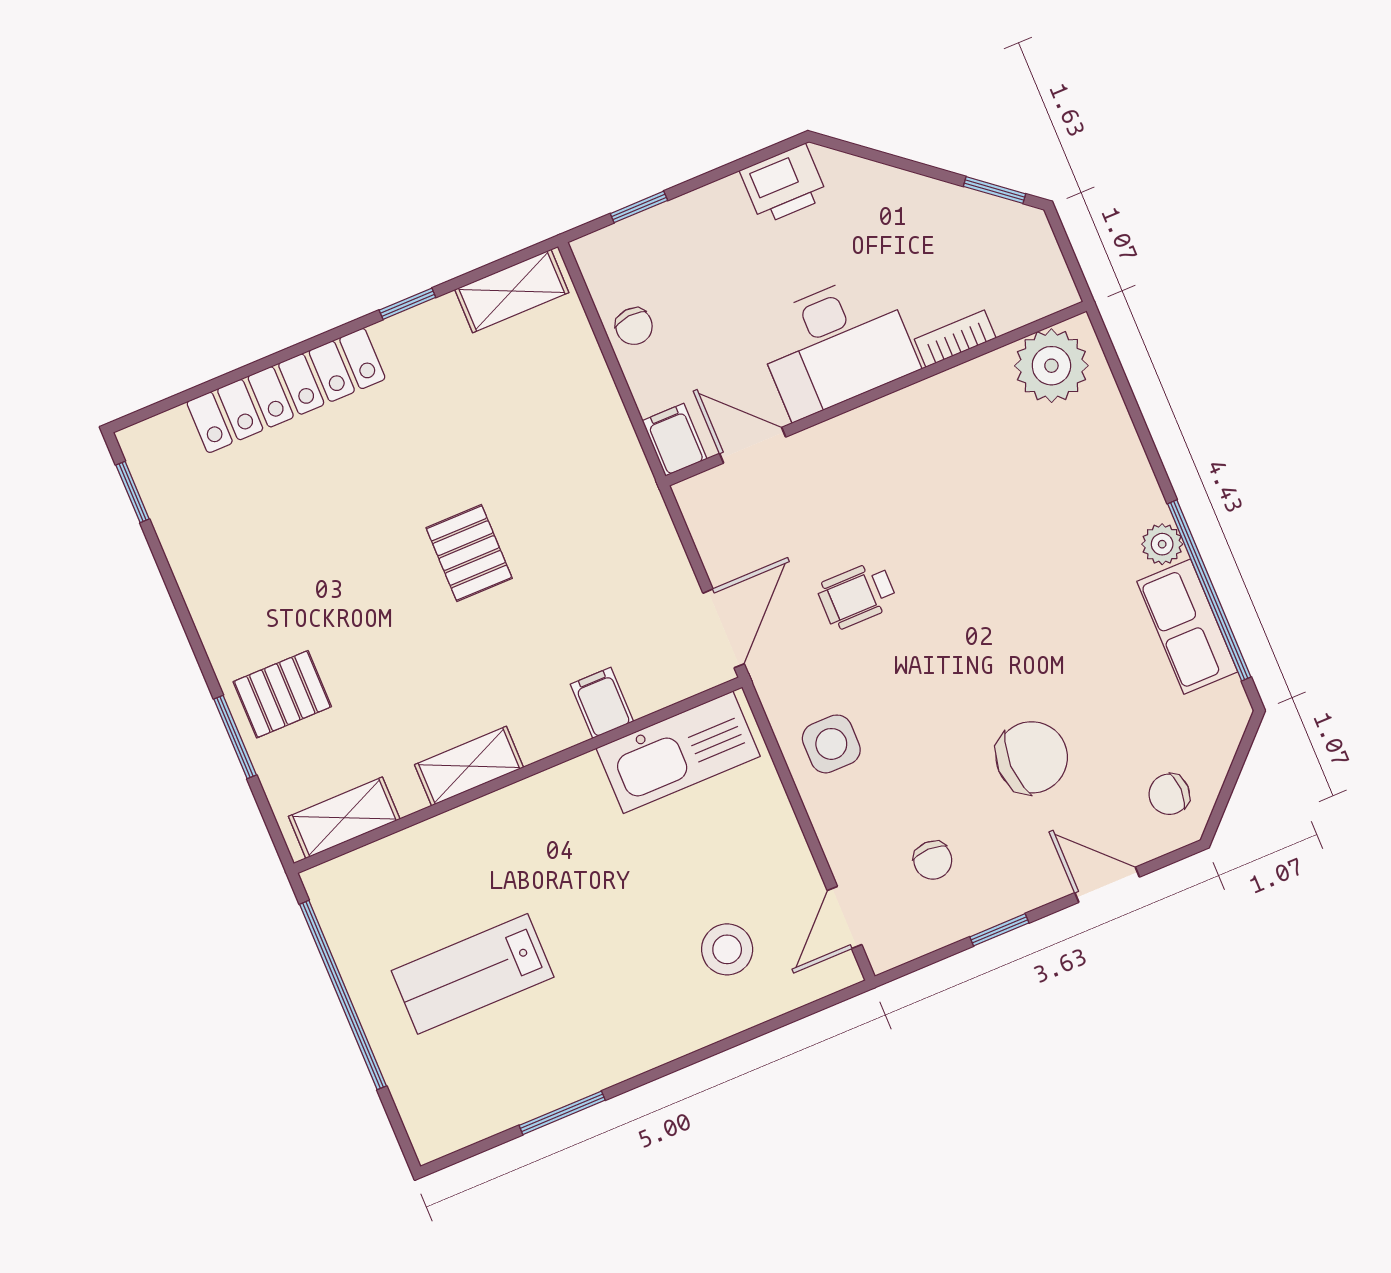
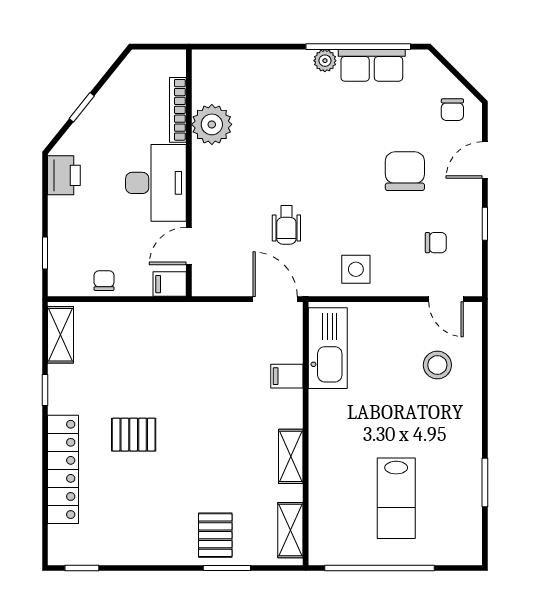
window: (995, 190) -> (82, 107), moved
chair: (634, 326) -> (104, 281), turned -85
bookcase: (955, 339) -> (178, 110), width x1.56
plant: (1051, 366) -> (212, 124), moved
pallet: (469, 553) -> (134, 435), moved

